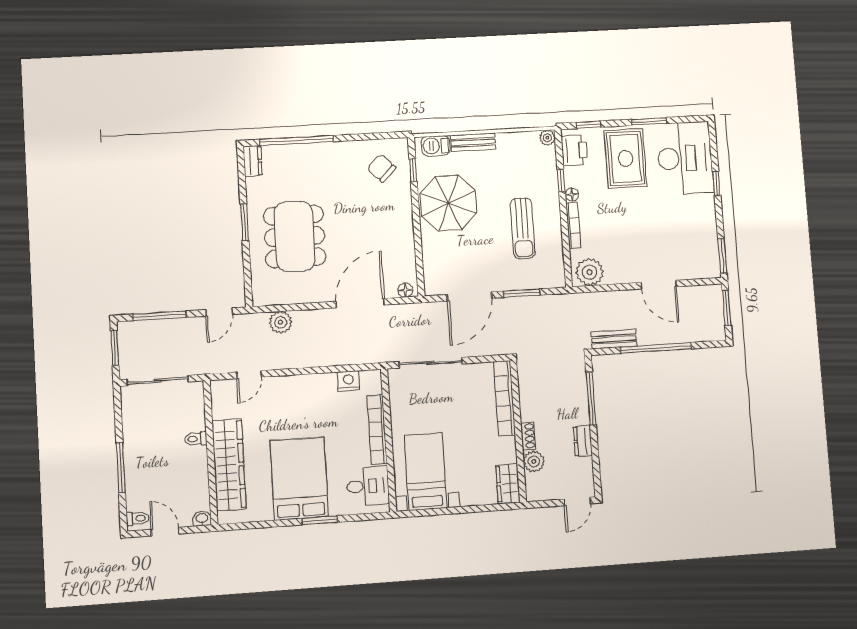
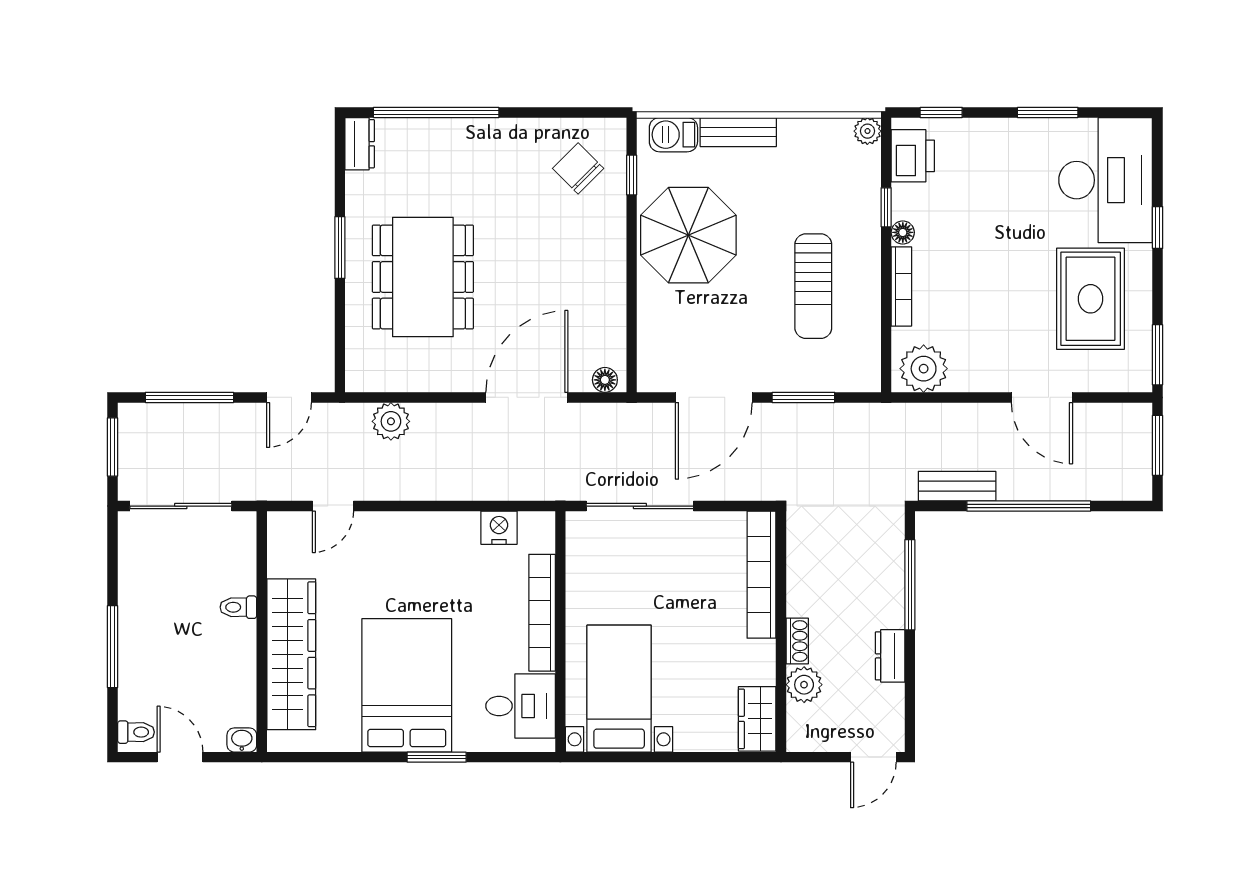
rug: (626, 158) -> (1091, 299), moved

